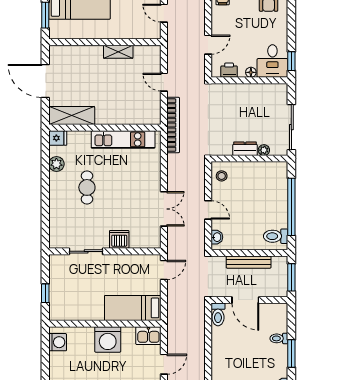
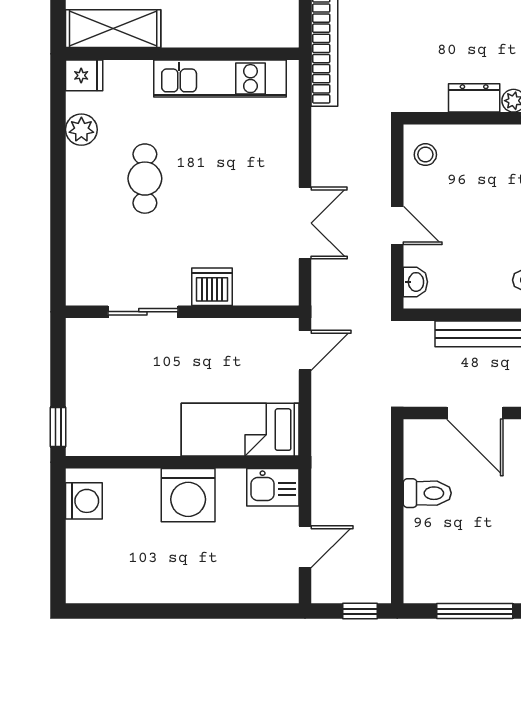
window: (45, 293) -> (58, 427), moved
toilet: (218, 314) -> (427, 493), moved, turned -90

